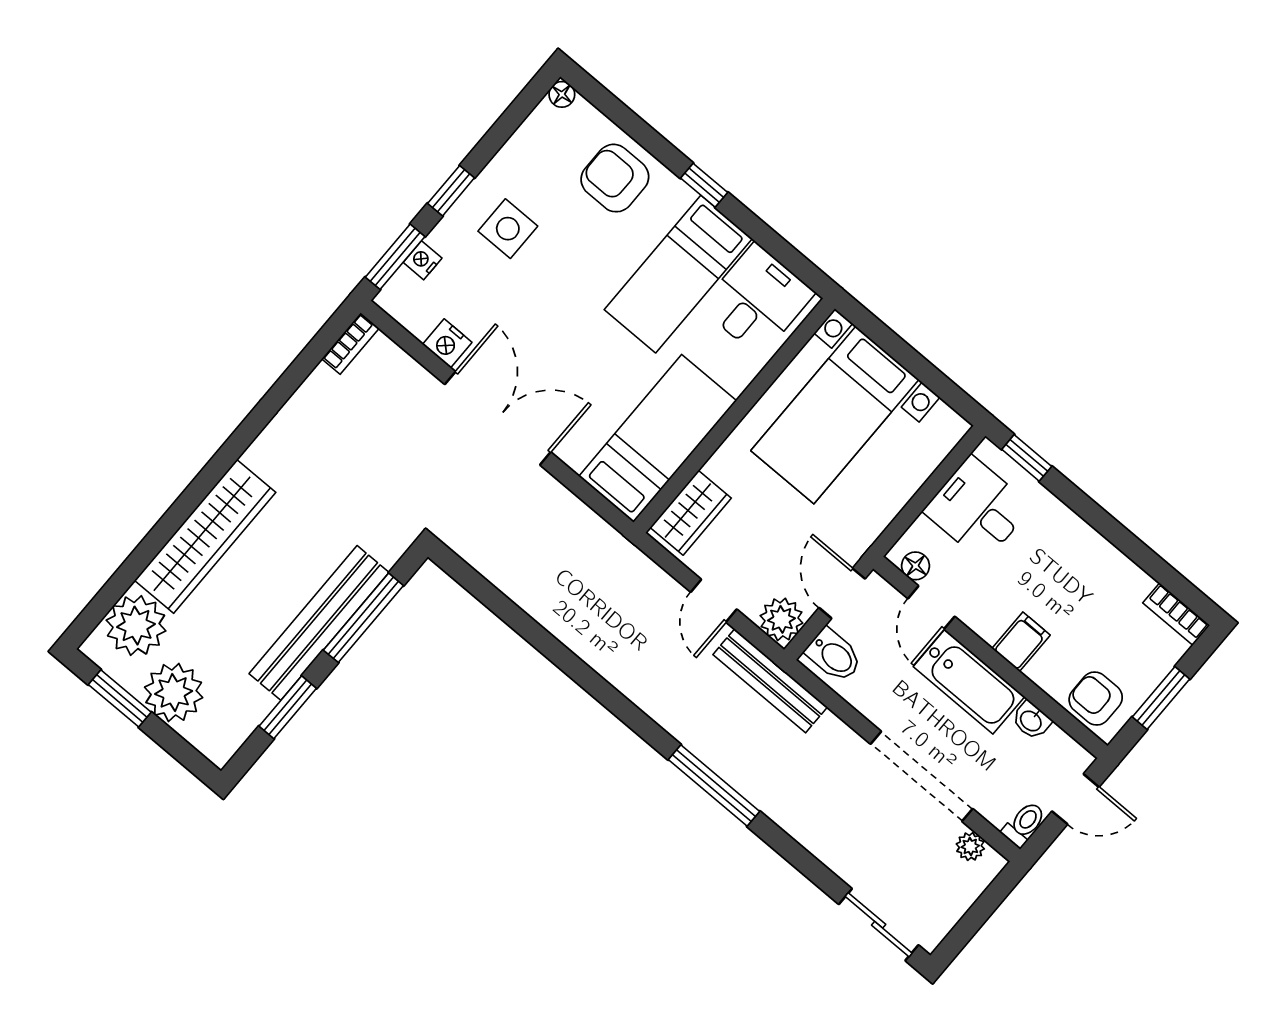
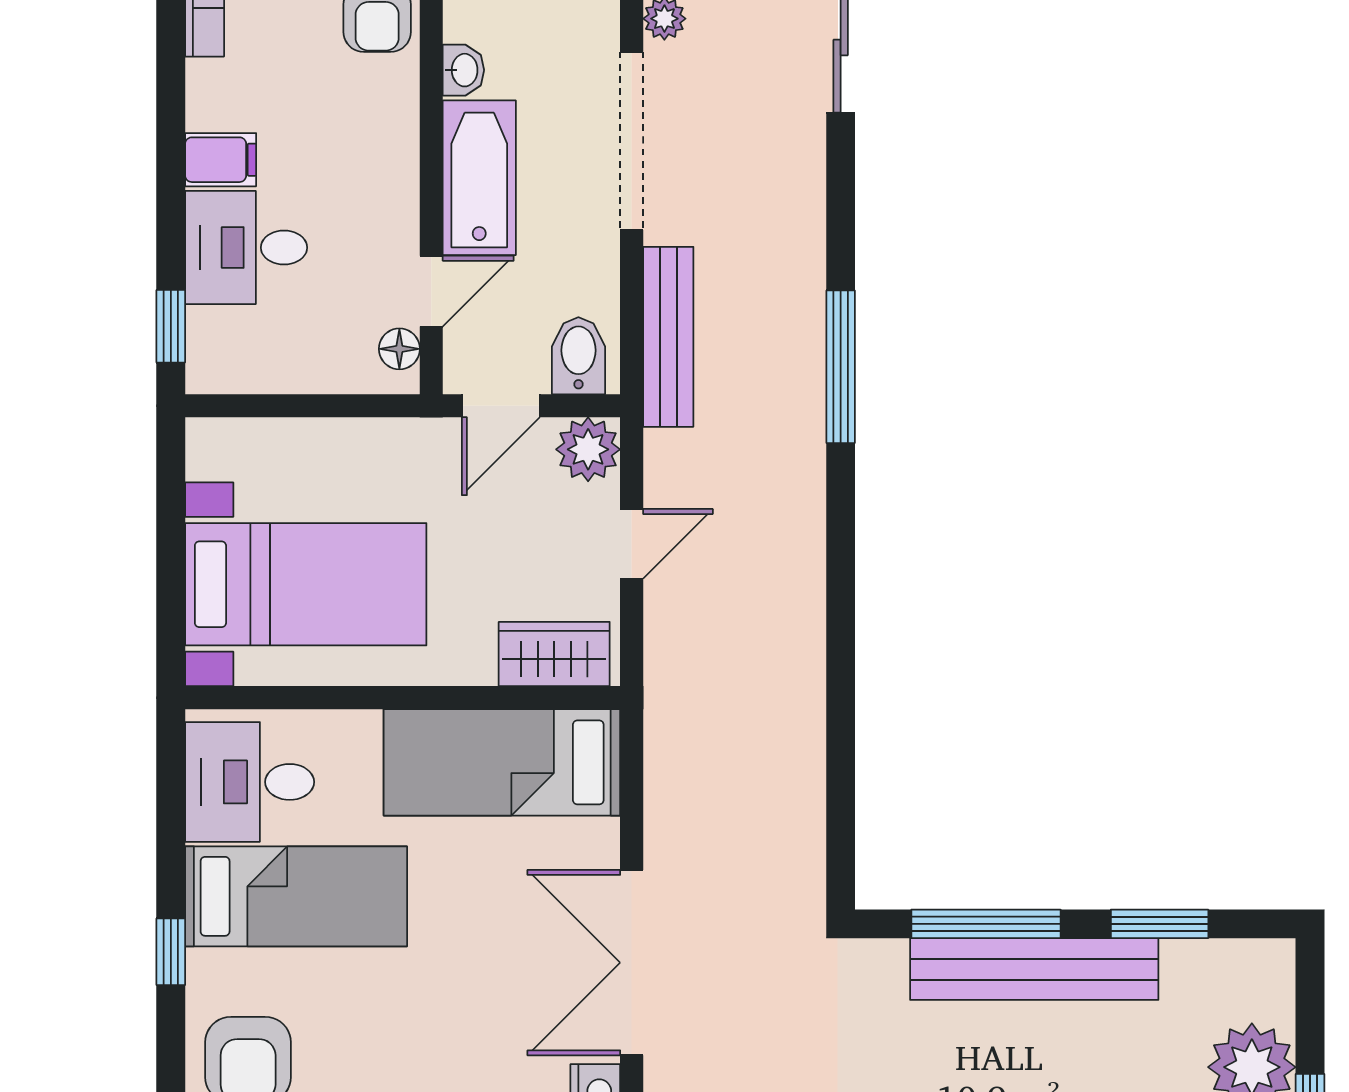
desk: (978, 509) -> (246, 248), moved, turned 90
filing cabinet: (1021, 642) -> (221, 160), moved, turned 180
bench: (770, 681) -> (668, 337), moved

